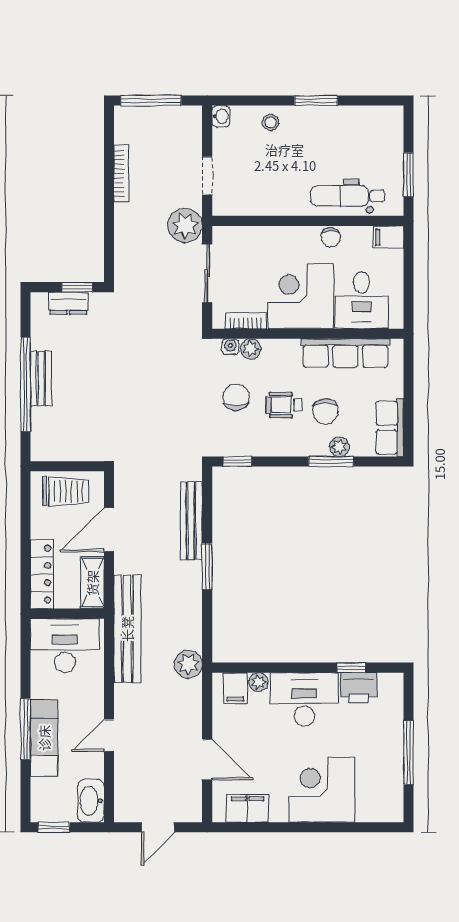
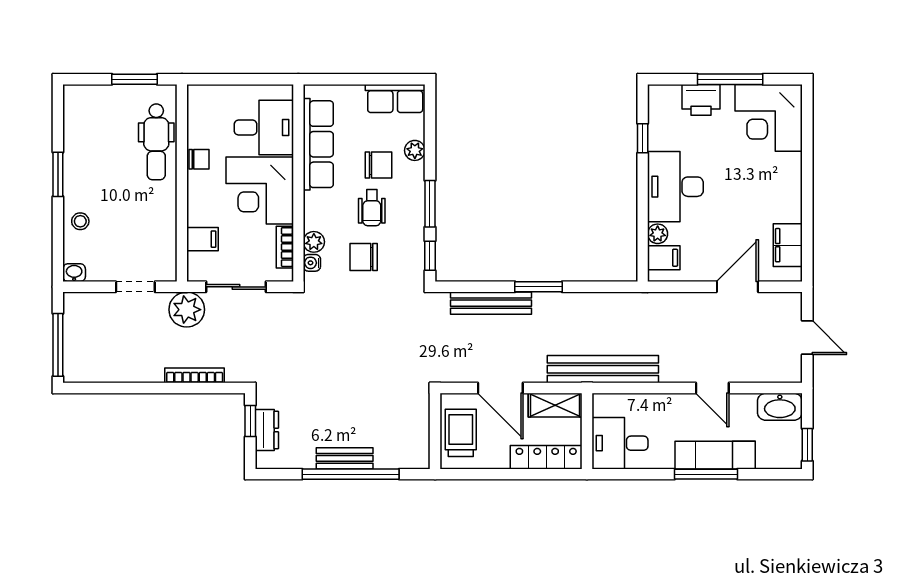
bookcase: (121, 173) -> (195, 375), moved
filing cabinet: (388, 237) -> (203, 239), moved, turned -90
window: (331, 461) -> (430, 204), moved
desk: (65, 646) -> (620, 443), width x0.73
plant: (188, 664) -> (639, 306), removed
printer: (359, 688) -> (701, 100), moved, turned 90
corner desk: (322, 790) -> (769, 118), moved

